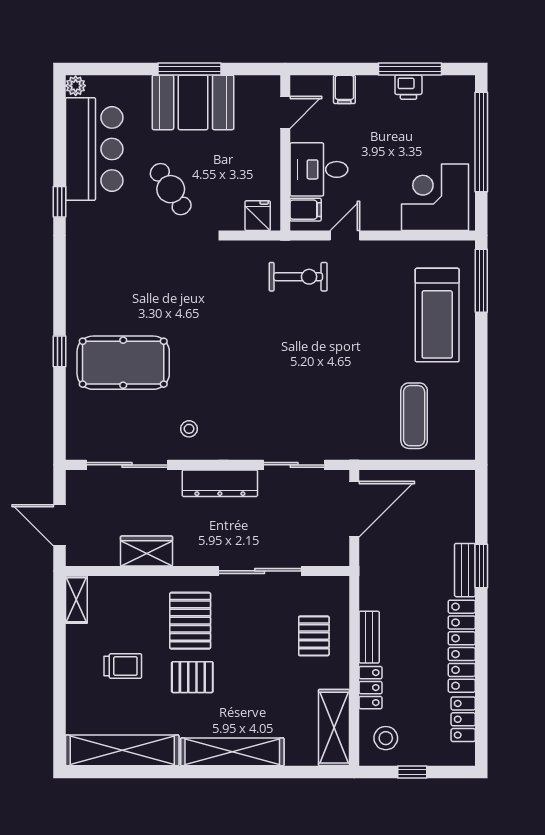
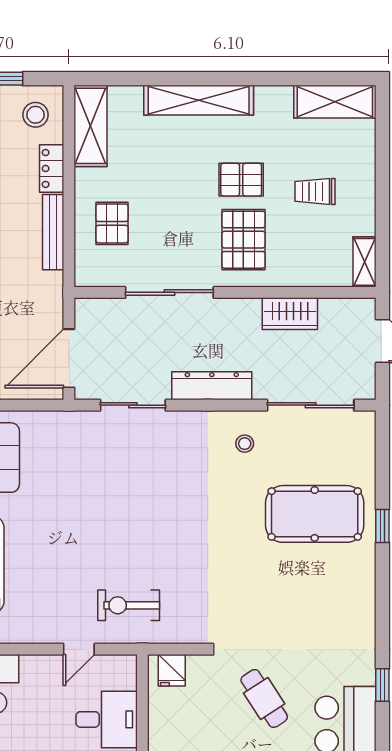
filing cabinet: (306, 210) -> (121, 677), removed
bench: (369, 637) -> (53, 232), width x1.36
shelving: (122, 750) -> (335, 102), width x0.68

